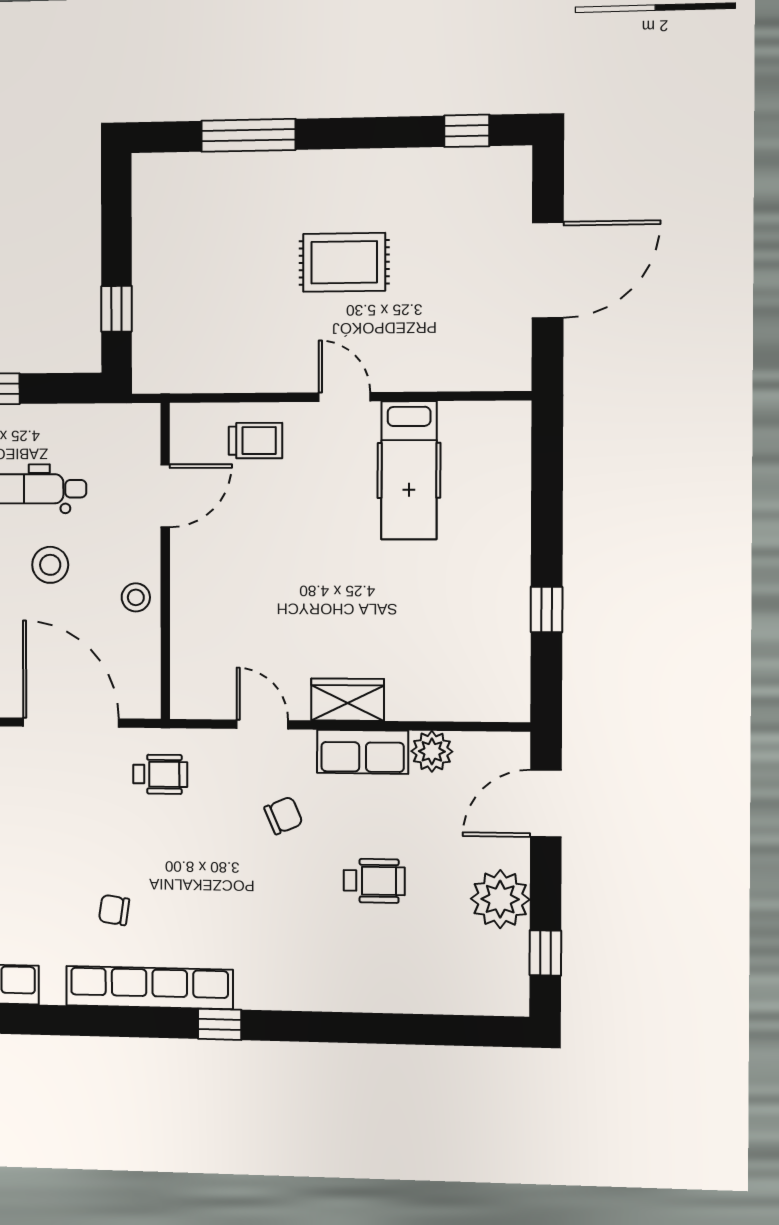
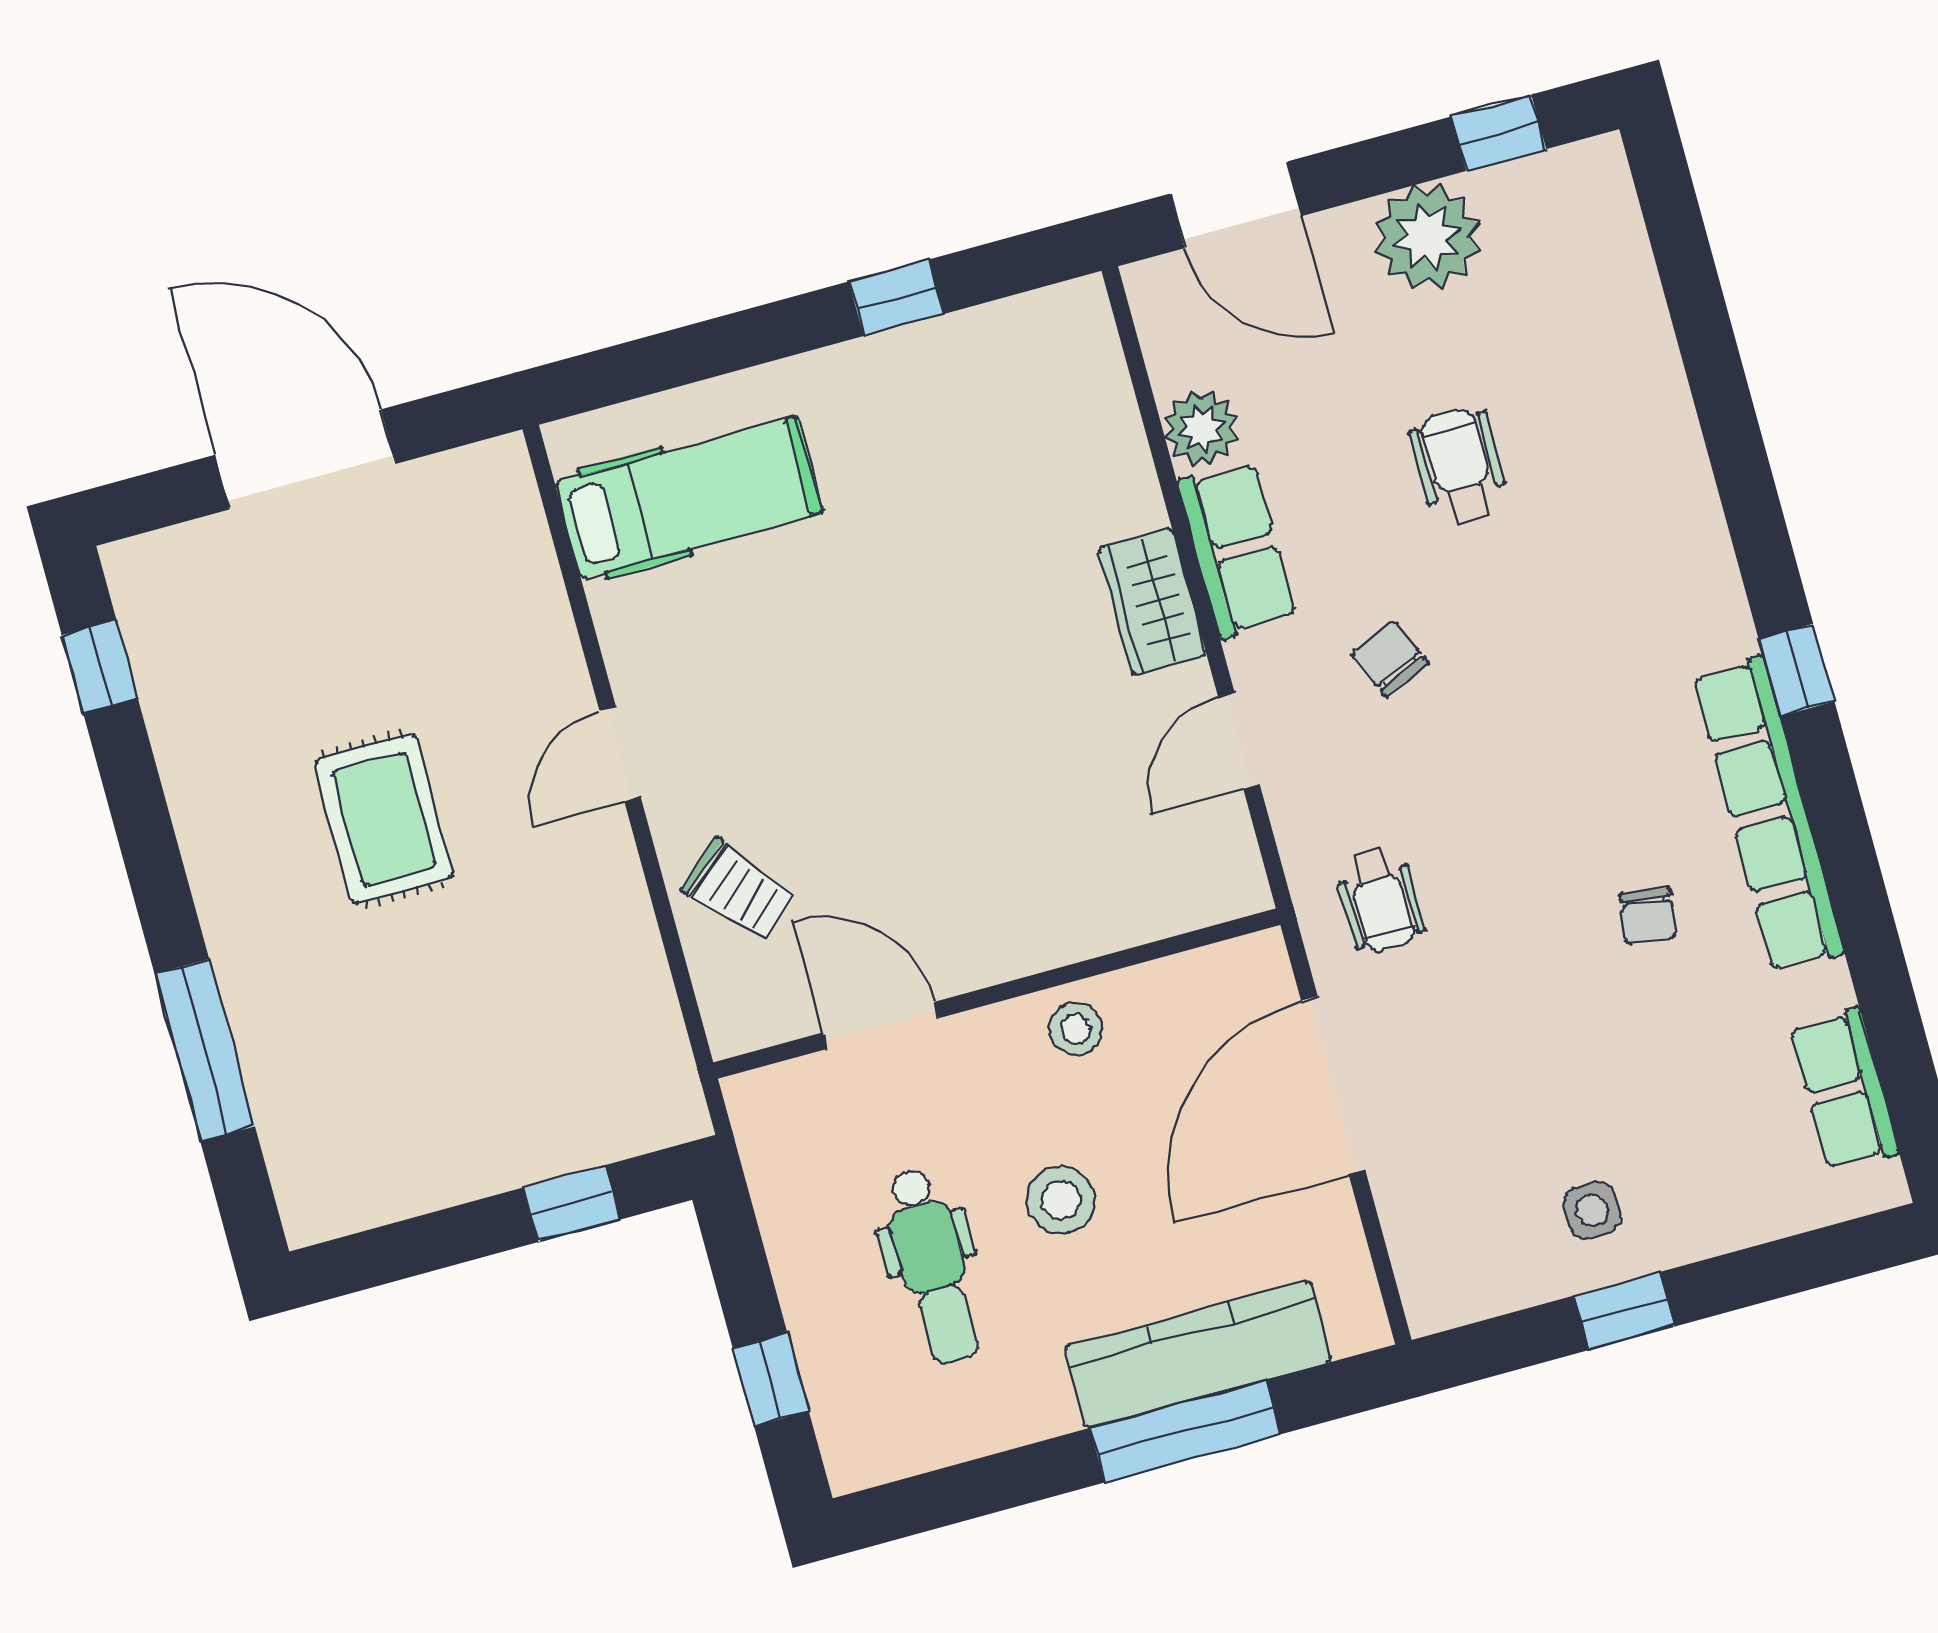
trolley: (255, 441) -> (739, 890), turned 139
hospital bed: (409, 470) -> (689, 497), moved
wheelchair: (160, 774) -> (1380, 899), turned 180

